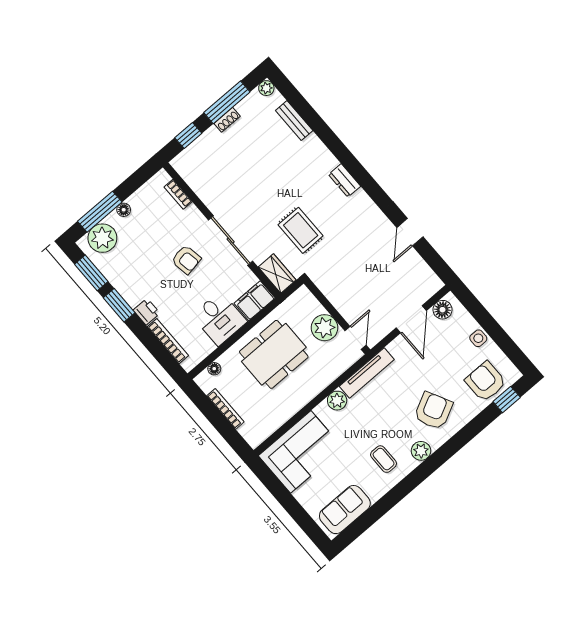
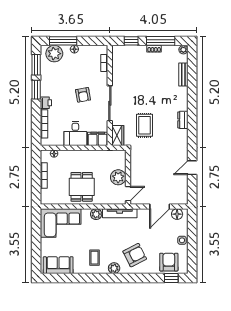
dining table: (274, 354) -> (82, 187), moved, width x0.73

